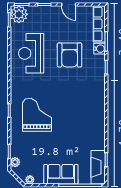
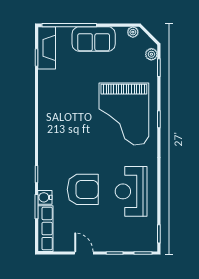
plant: (19, 14) -> (147, 241), removed
reception desk: (31, 53) -> (131, 191), turned 180
armchair: (70, 55) -> (83, 189), turned 90
grand piano: (37, 115) -> (124, 114), width x1.37, depth x1.48

